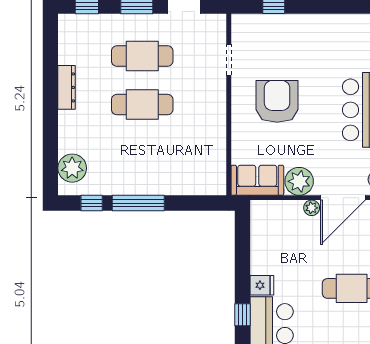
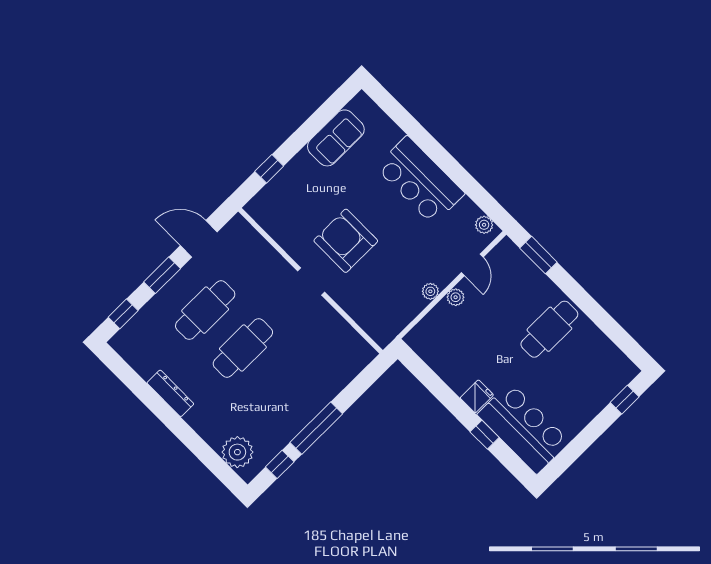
doorway: (229, 60) -> (311, 281), moved
sofa: (257, 180) -> (336, 138), moved, turned 180
plant: (299, 181) -> (430, 291), width x0.53, depth x0.53
door: (343, 198) -> (472, 265), width x0.53

